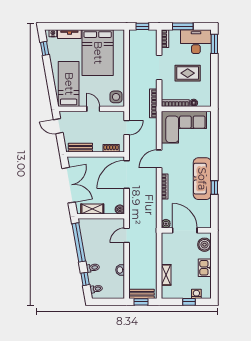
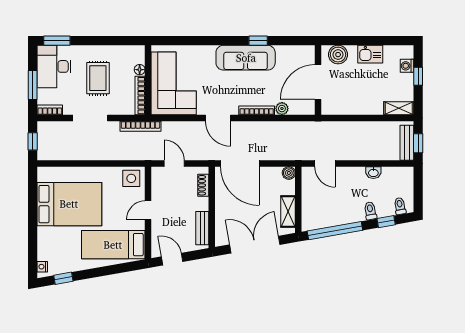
tv unit: (69, 34) -> (44, 244), removed
door: (58, 126) -> (172, 259), swing flipped
plant: (166, 224) -> (282, 109), moved
shelving: (166, 275) -> (399, 108), moved

